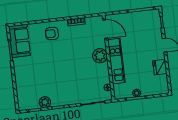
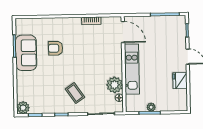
armchair: (52, 34) -> (56, 48), moved
sofa: (20, 41) -> (26, 53), moved
plant: (100, 56) -> (115, 85), moved
coffee table: (68, 87) -> (75, 93), added
plant: (45, 102) -> (23, 108), moved

